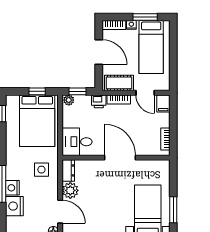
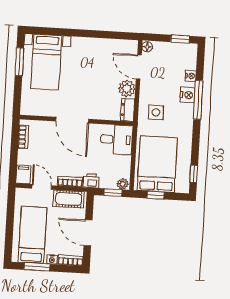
nightstand: (14, 206) -> (191, 76), width x0.53, depth x0.56

